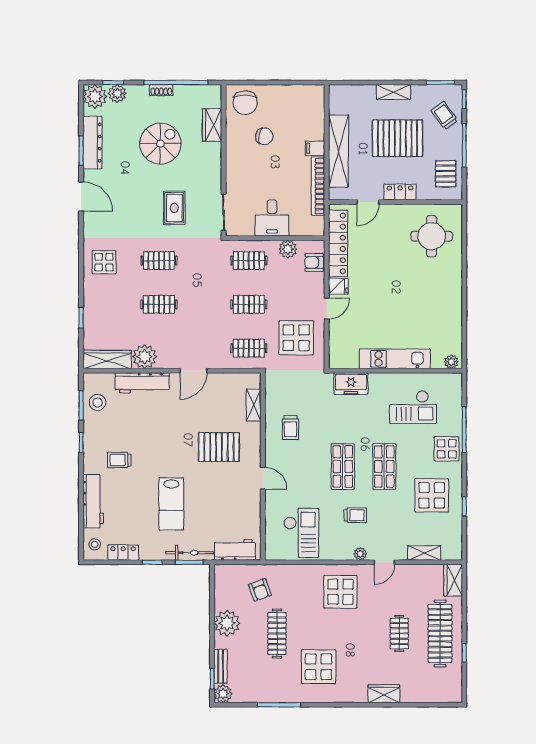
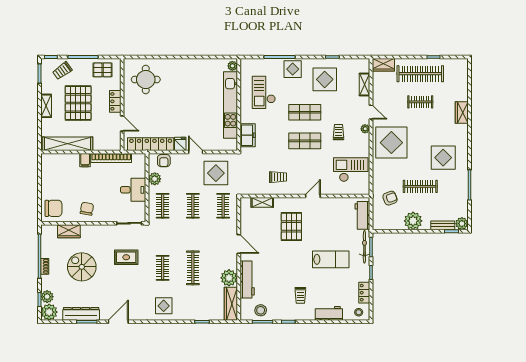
chair: (264, 136) -> (87, 209), moved
shelving: (339, 151) -> (67, 144), moved
clothes rail: (159, 304) -> (193, 268), width x1.36
kitchen unit: (395, 359) -> (230, 105), width x1.36
checkout: (413, 407) -> (264, 92), turned 180
workbench: (93, 501) -> (329, 313), width x0.73
display table: (340, 592) -> (391, 143), width x1.36, depth x1.36

